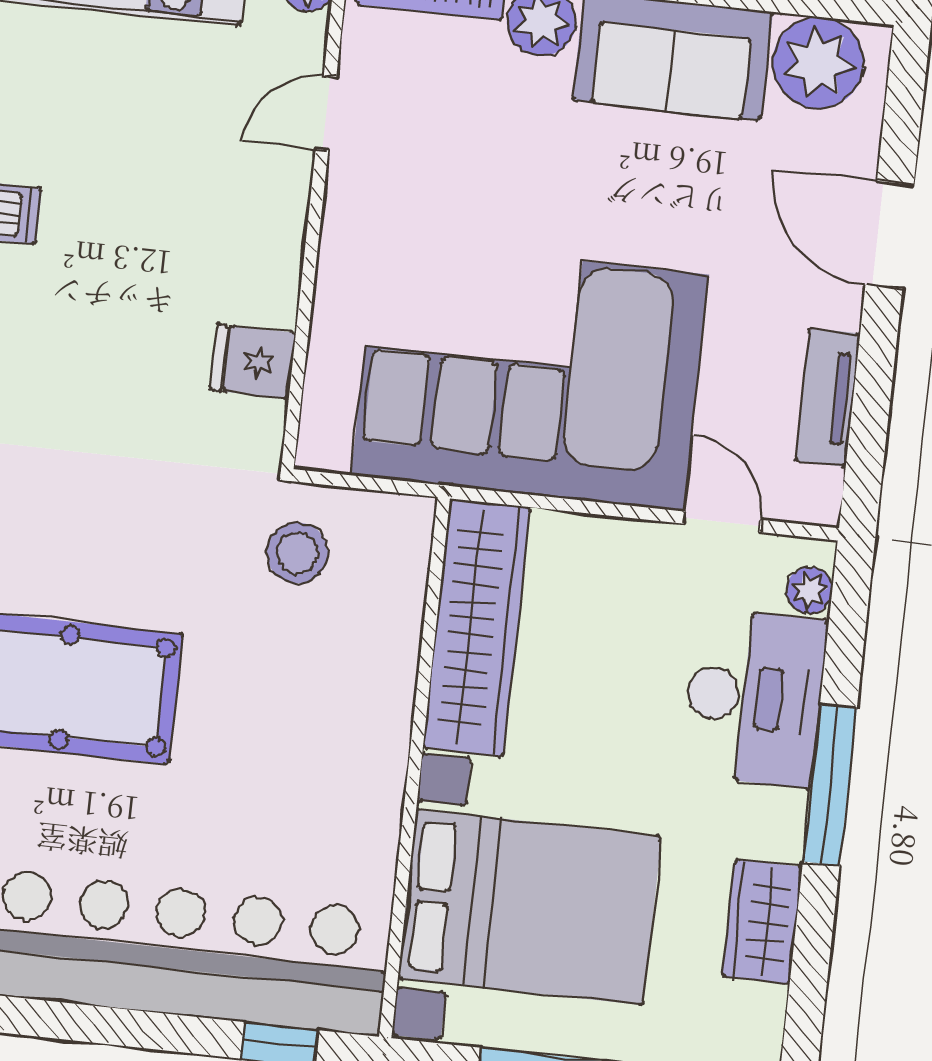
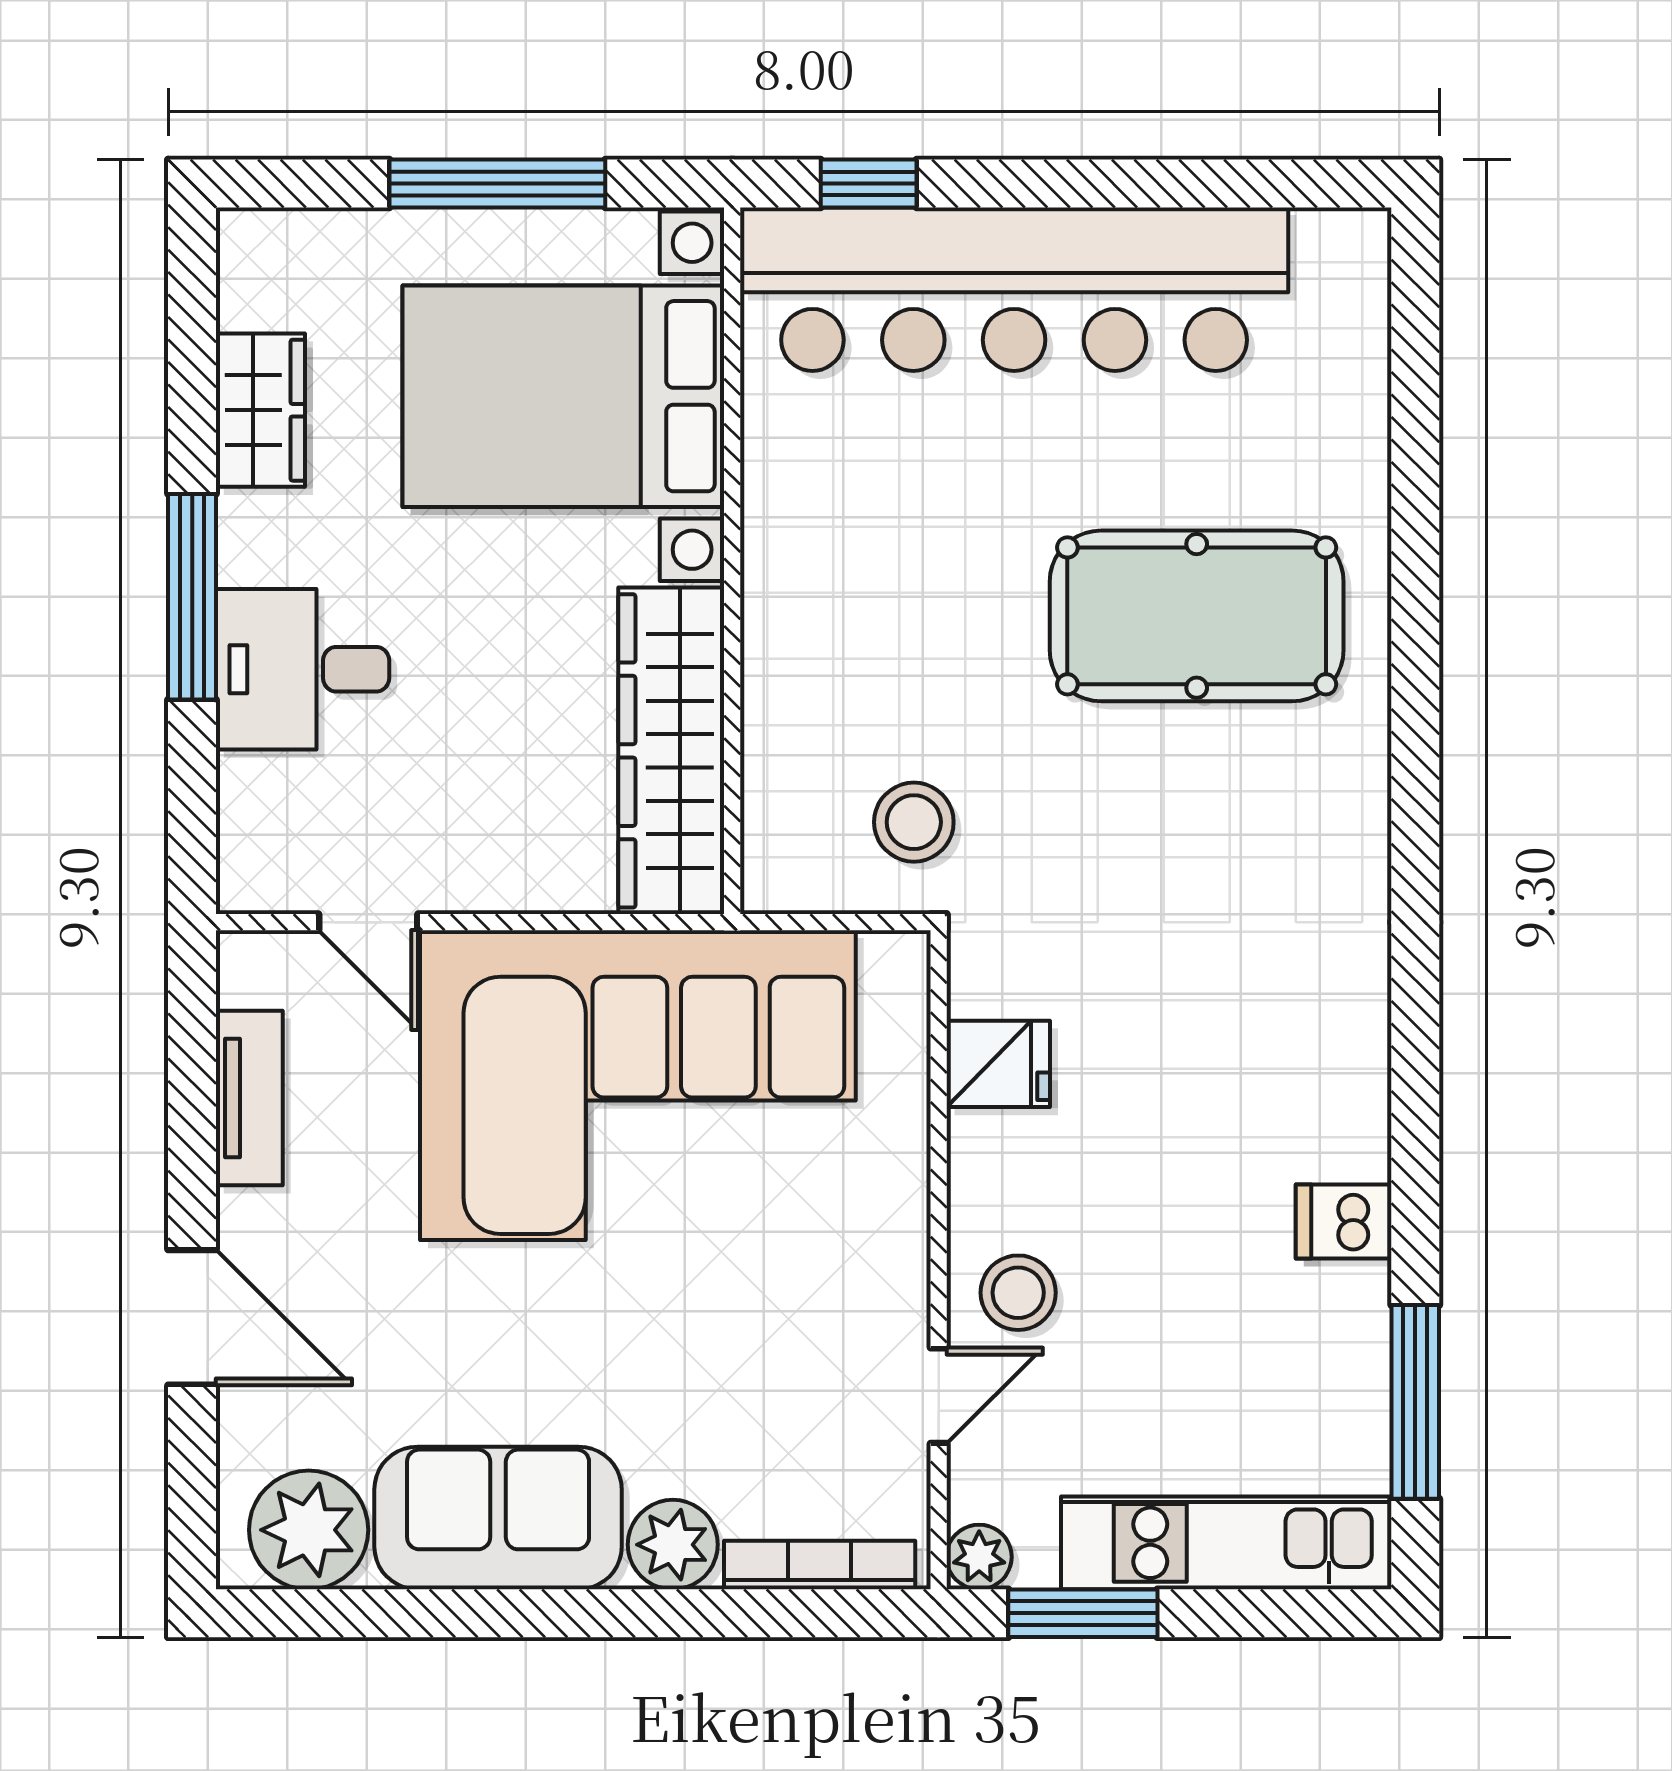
stool: (257, 185) -> (1018, 1293), added
plant: (809, 590) -> (246, 846), removed
desk: (754, 698) -> (302, 669), width x0.73

